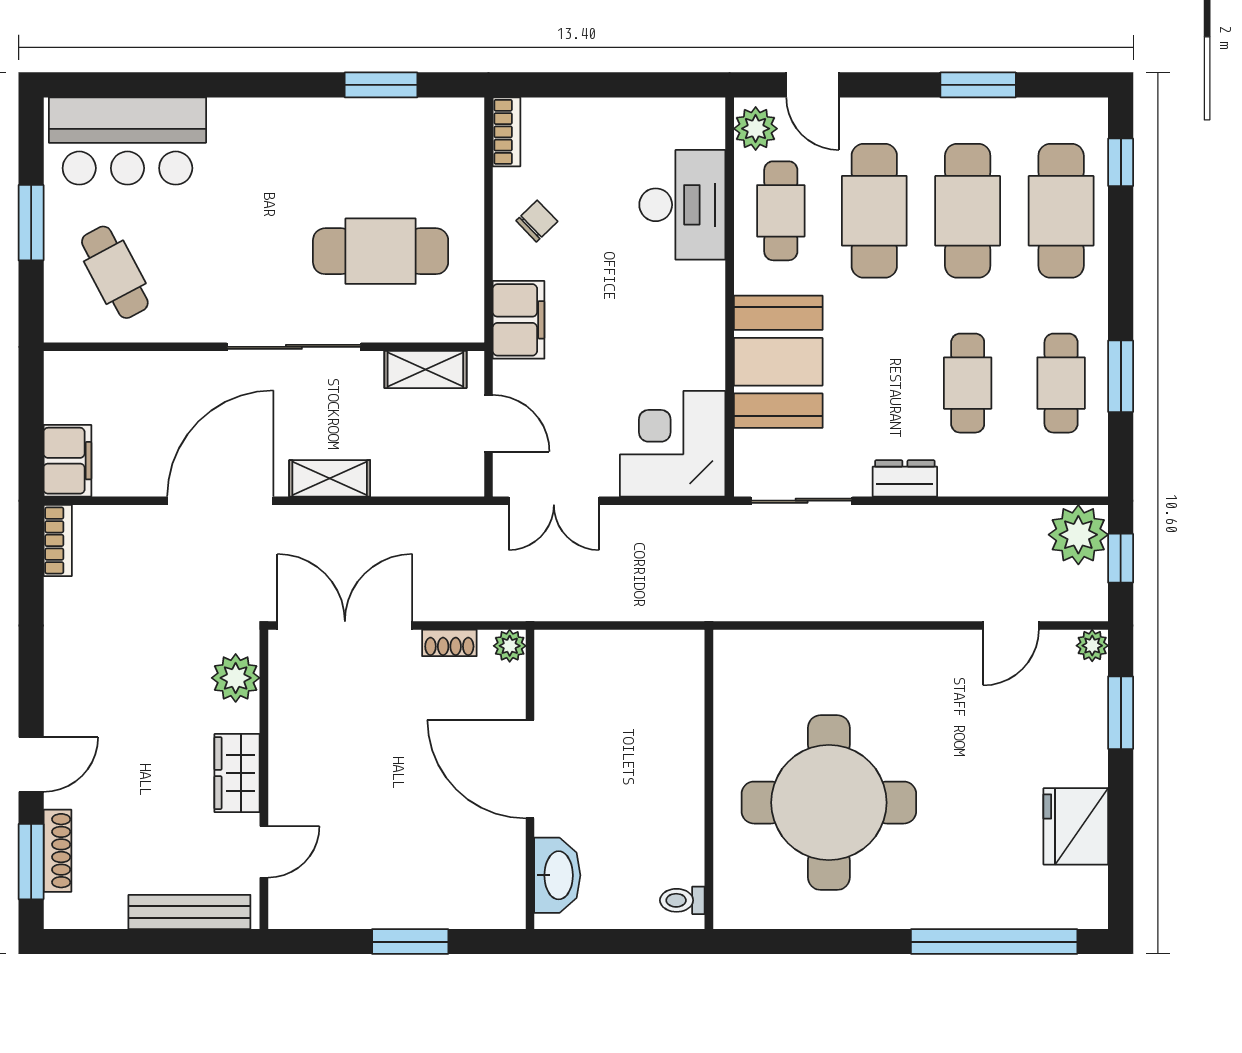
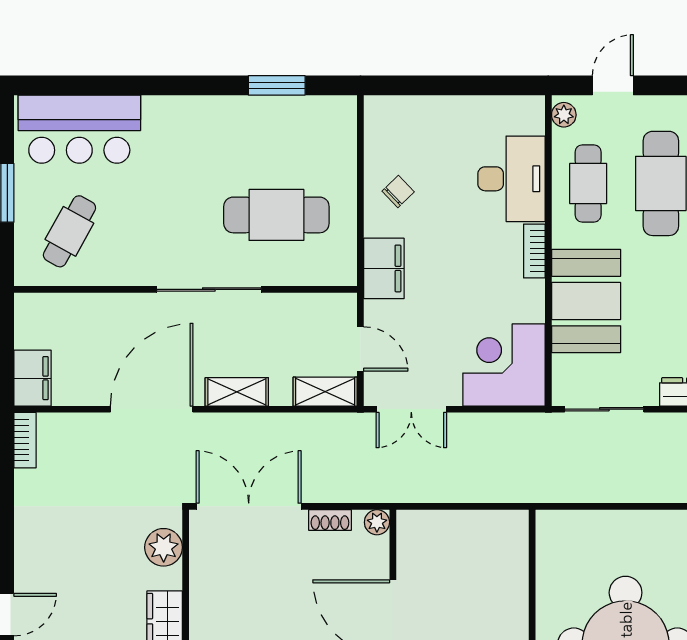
door: (813, 85) -> (613, 85), swing flipped
plant: (756, 129) -> (564, 115), width x0.73, depth x0.73
bookcase: (506, 132) -> (534, 251), moved, turned 180
cafe table: (115, 272) -> (69, 231), turned 57
shelving: (425, 370) -> (325, 392), moved

